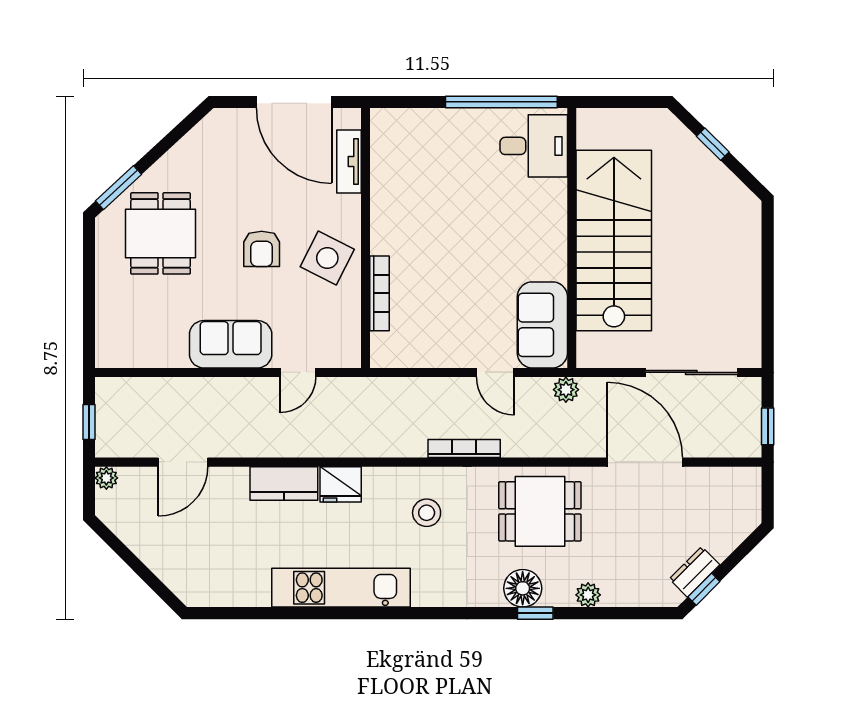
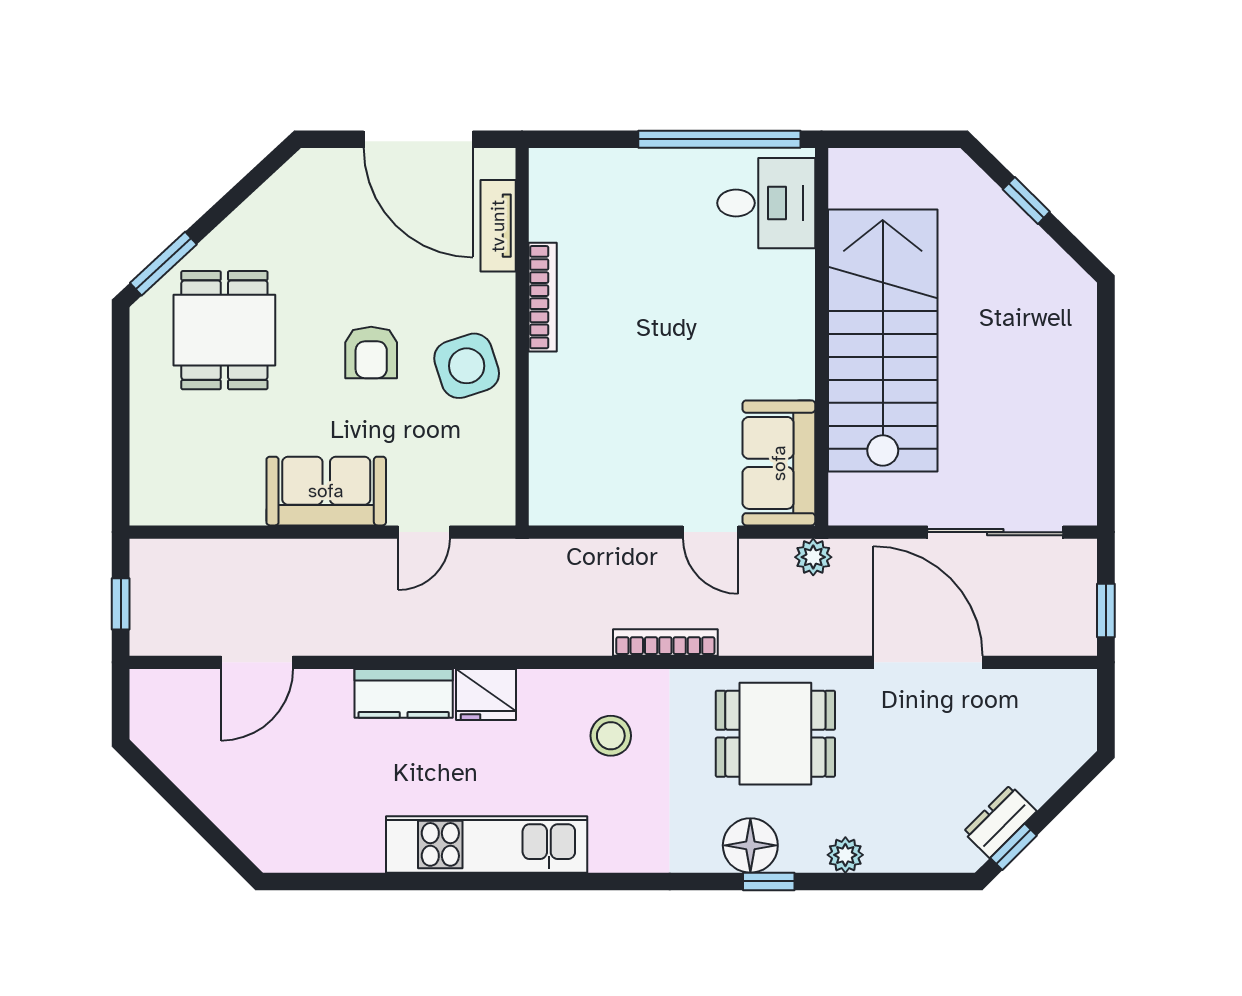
side table: (327, 258) -> (467, 366), turned 45
bookcase: (380, 293) -> (543, 297), moved
plant: (106, 478) -> (146, 685), removed

